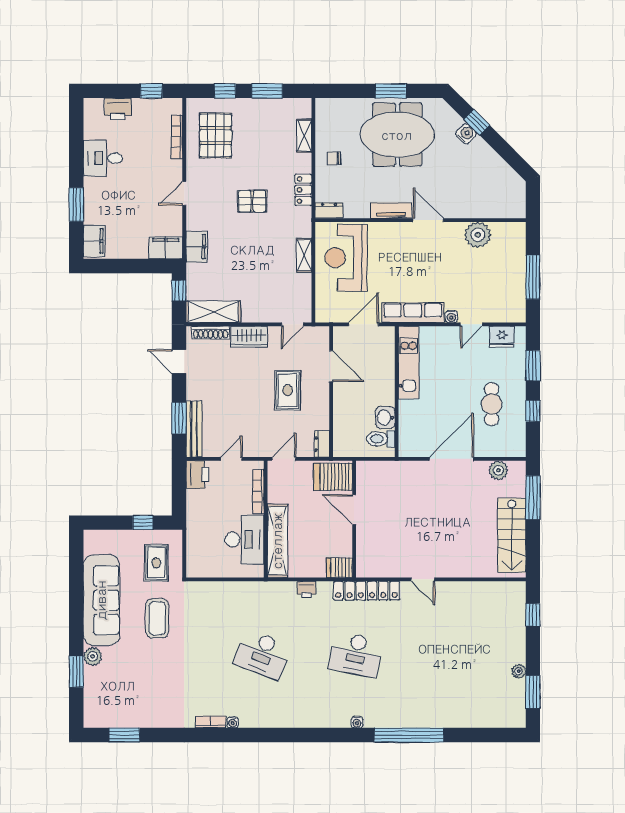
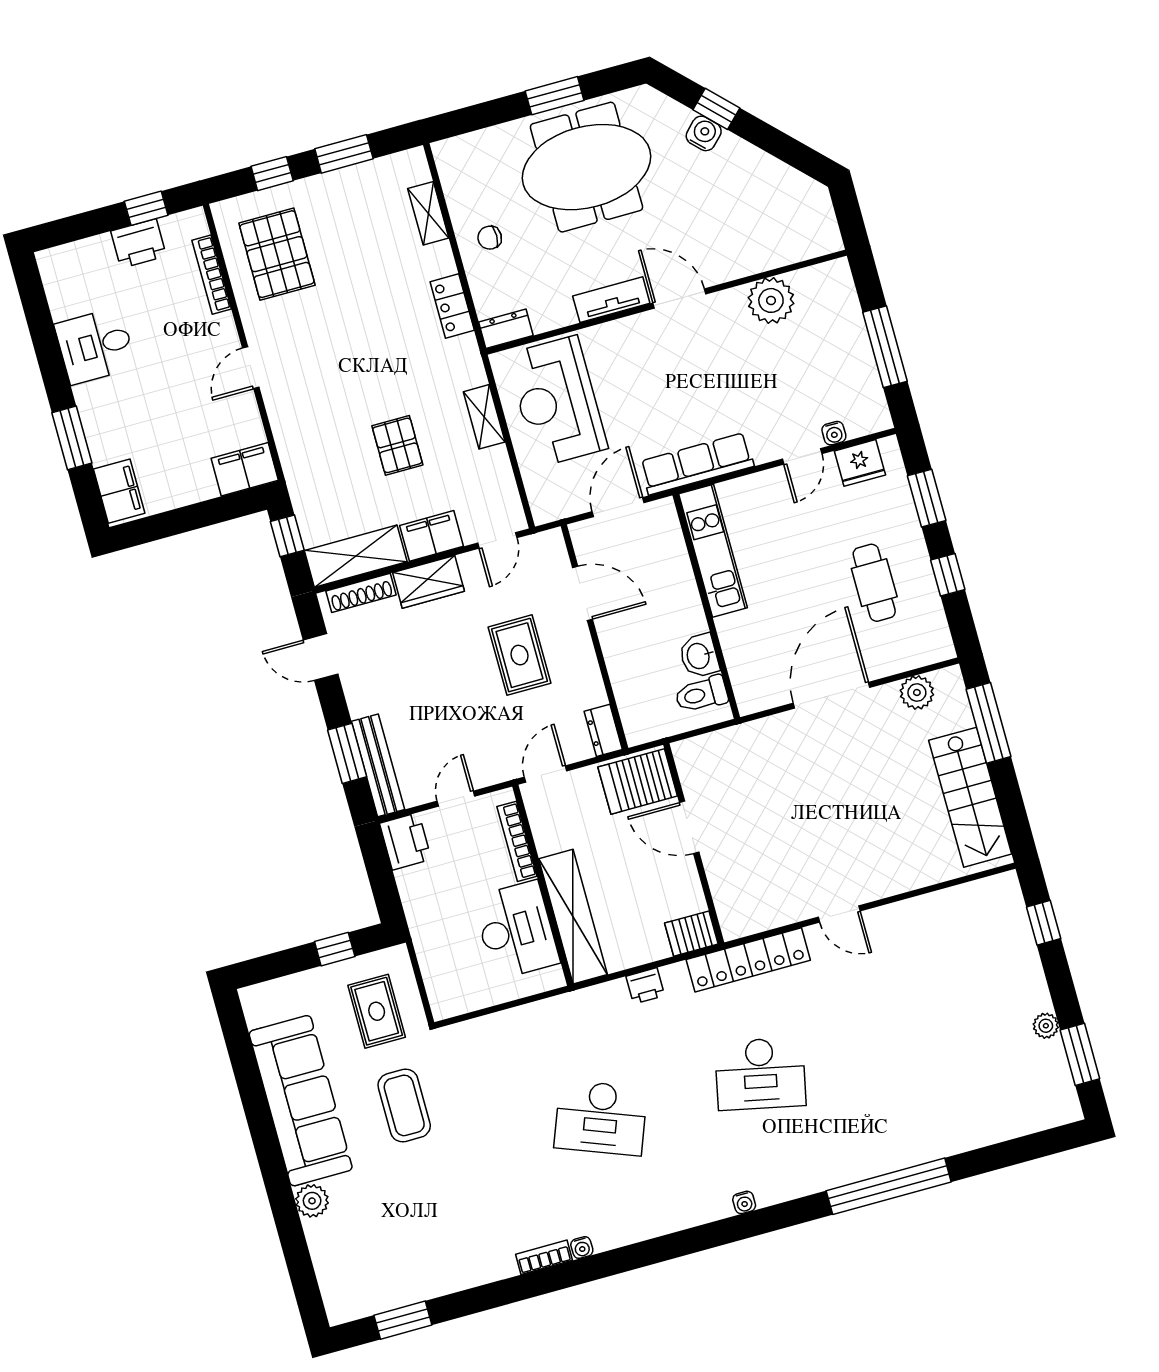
printer: (118, 109) -> (139, 244), moved
pallet: (252, 201) -> (397, 445), moved, turned 90
filing cabinet: (197, 247) -> (432, 536), moved, turned -90
water cooler: (451, 317) -> (834, 433), moved
window: (76, 672) -> (291, 1235), removed
water cooler: (357, 722) -> (744, 1202), moved

